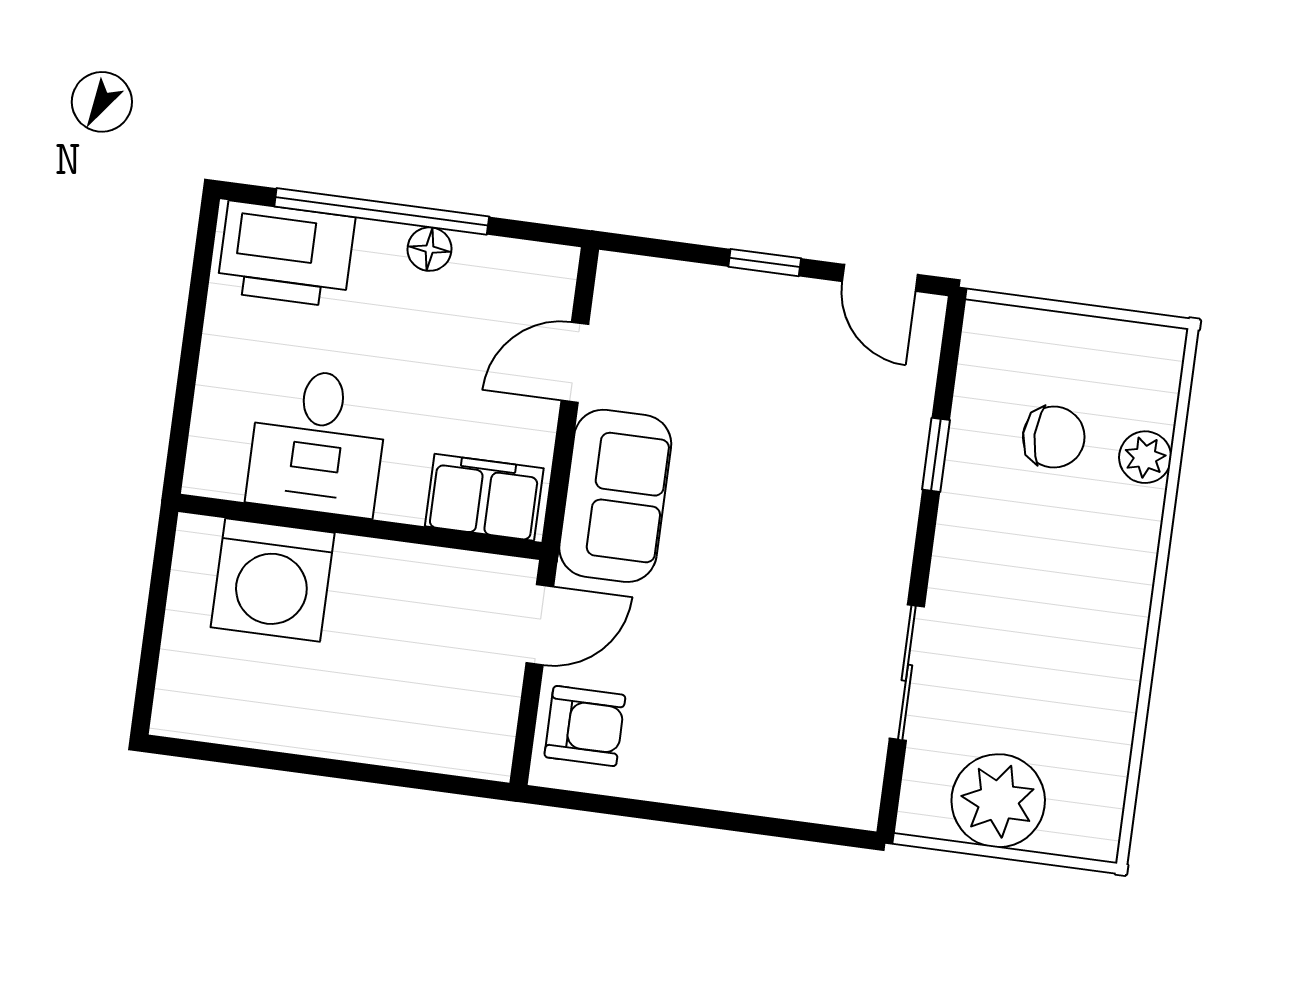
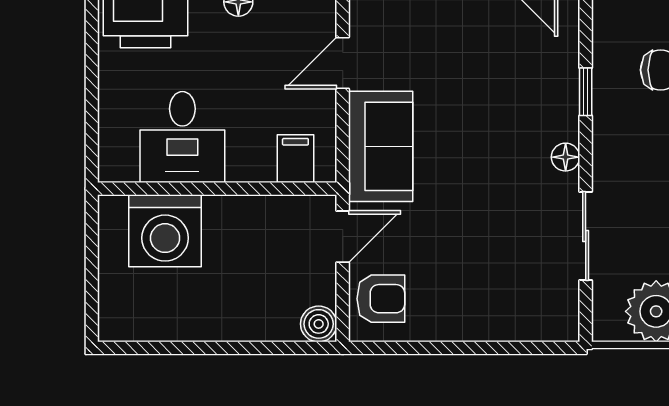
filing cabinet: (484, 497) -> (295, 159), width x0.50
floor lamp: (893, 549) -> (566, 157), added
boiler: (486, 752) -> (319, 324), added

